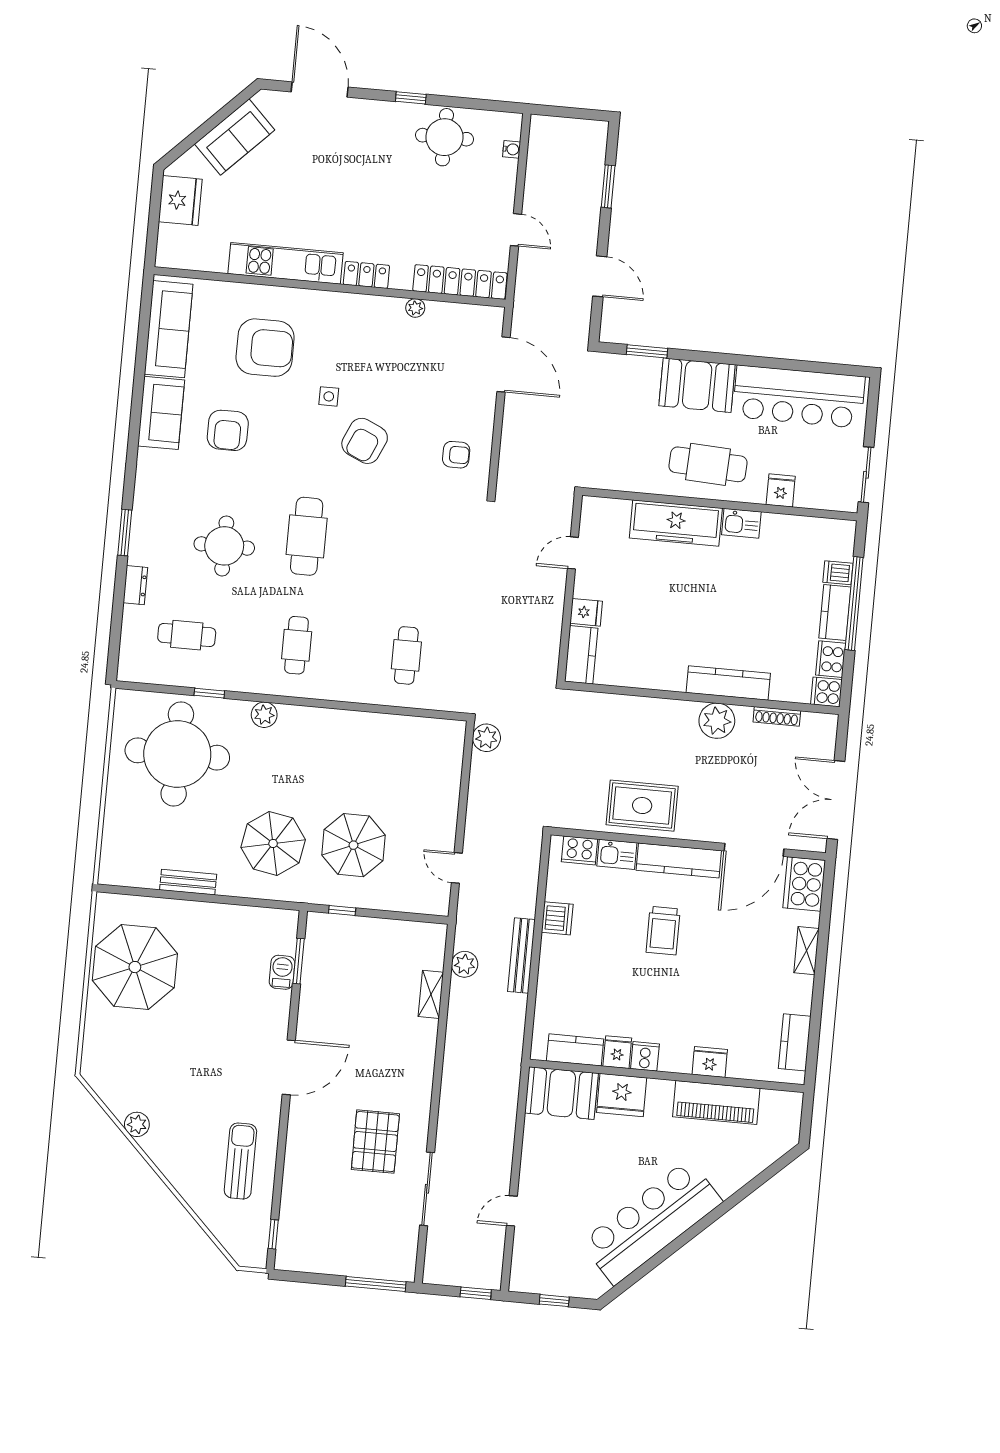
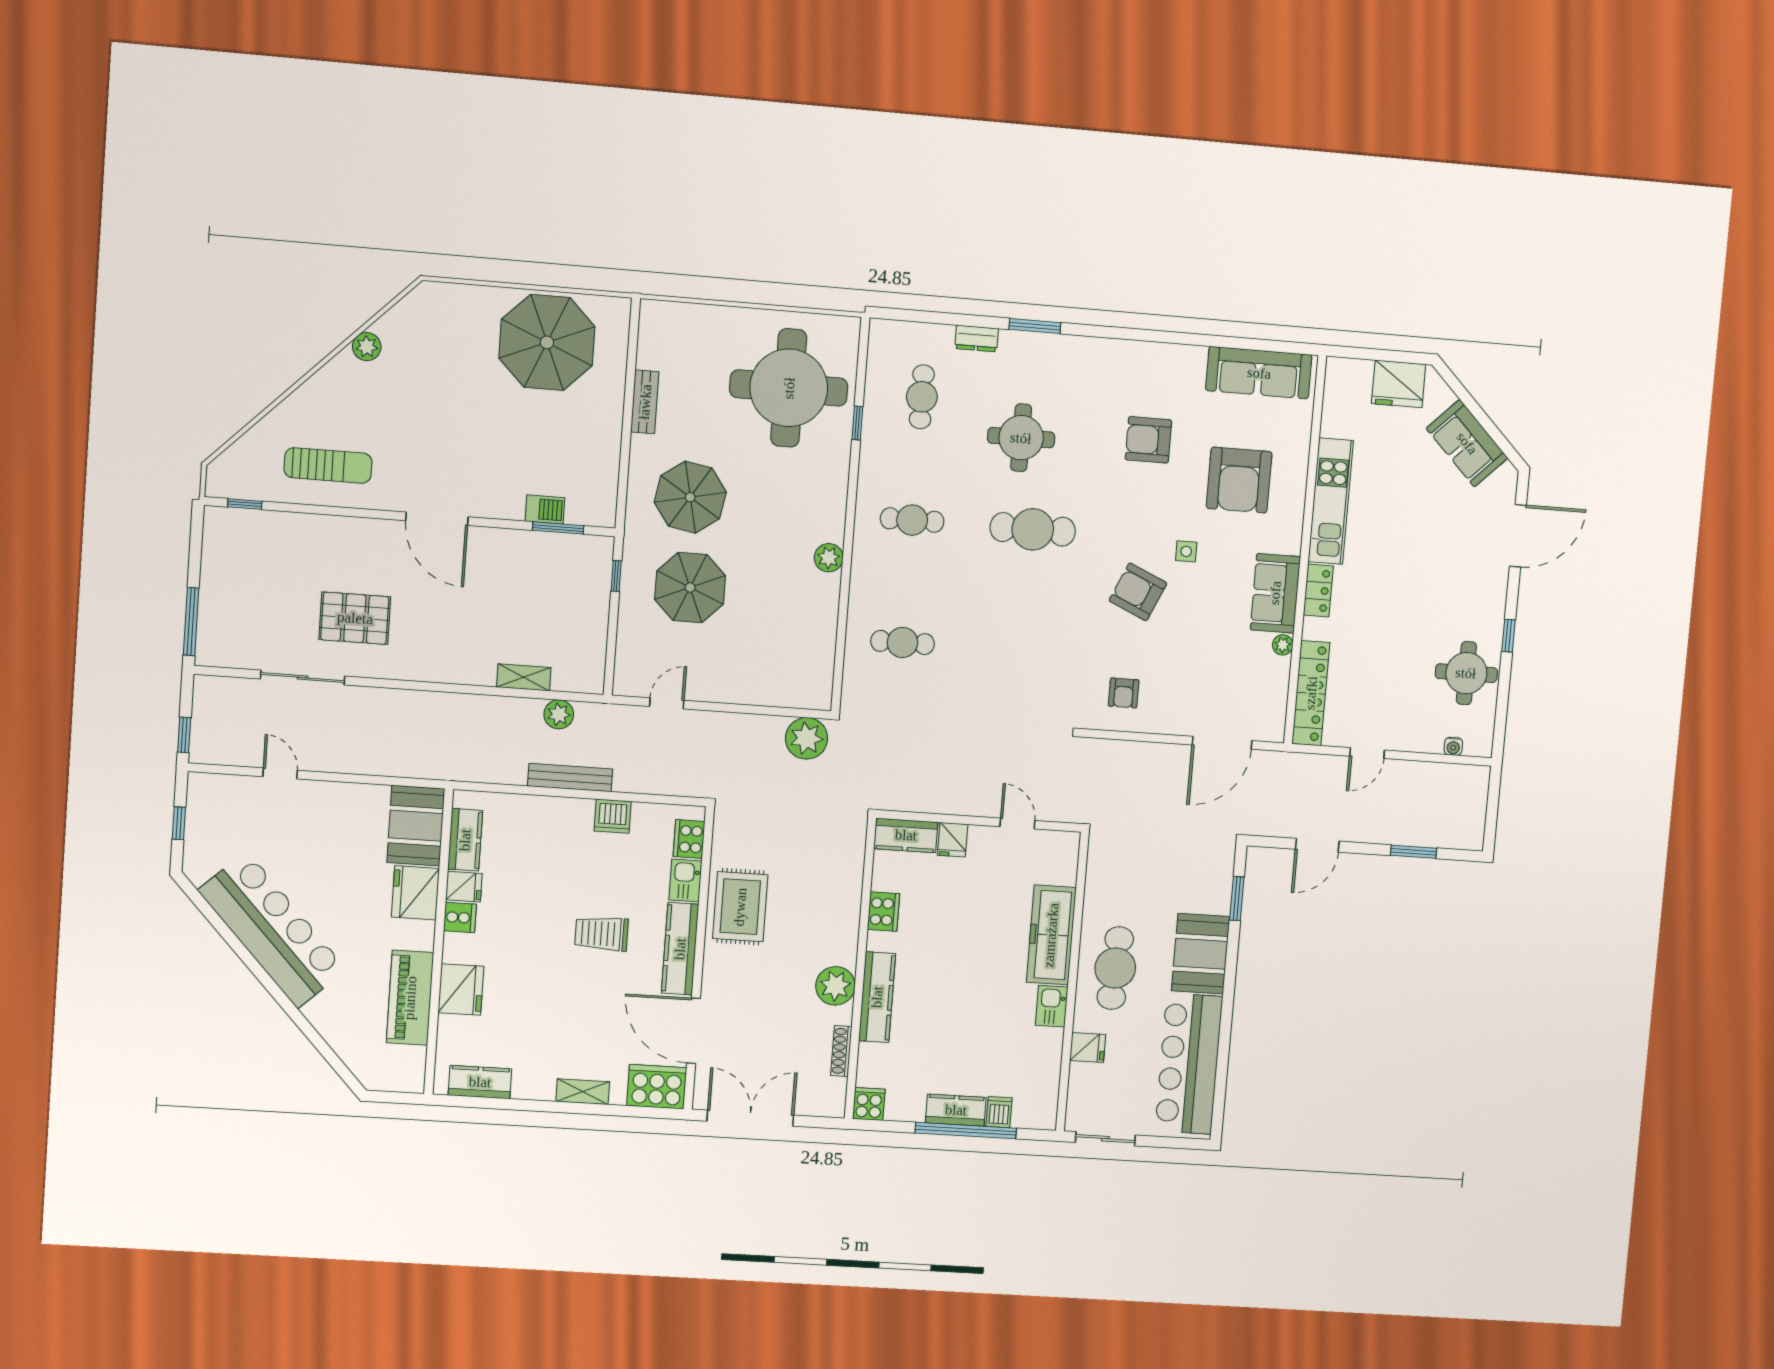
sofa: (161, 413) -> (1275, 593), moved, turned 90
cooker: (831, 659) -> (884, 912), moved, turned 90
plant: (264, 715) -> (829, 558), moved
plant: (486, 738) -> (807, 738), width x1.36, depth x1.36
fridge: (710, 1062) -> (461, 990), width x1.36, depth x1.34

